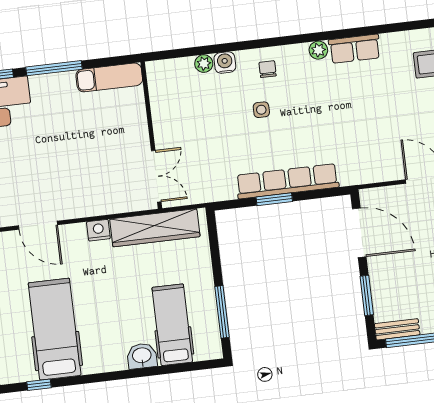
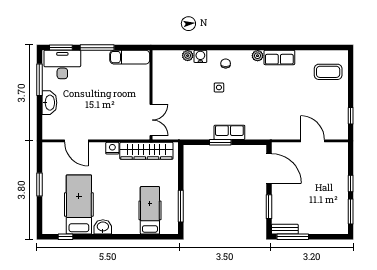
row of seats: (287, 181) -> (229, 132), width x0.50
washbasin: (142, 356) -> (103, 227), moved

